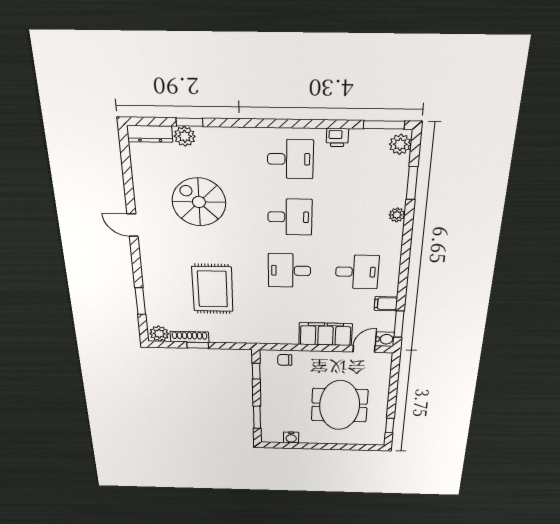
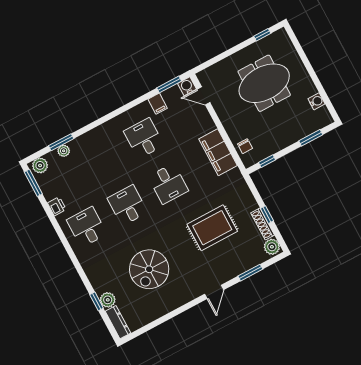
plant: (397, 215) -> (64, 151), moved
door: (133, 225) -> (214, 292), moved
filing cabinet: (325, 334) -> (218, 152), moved

